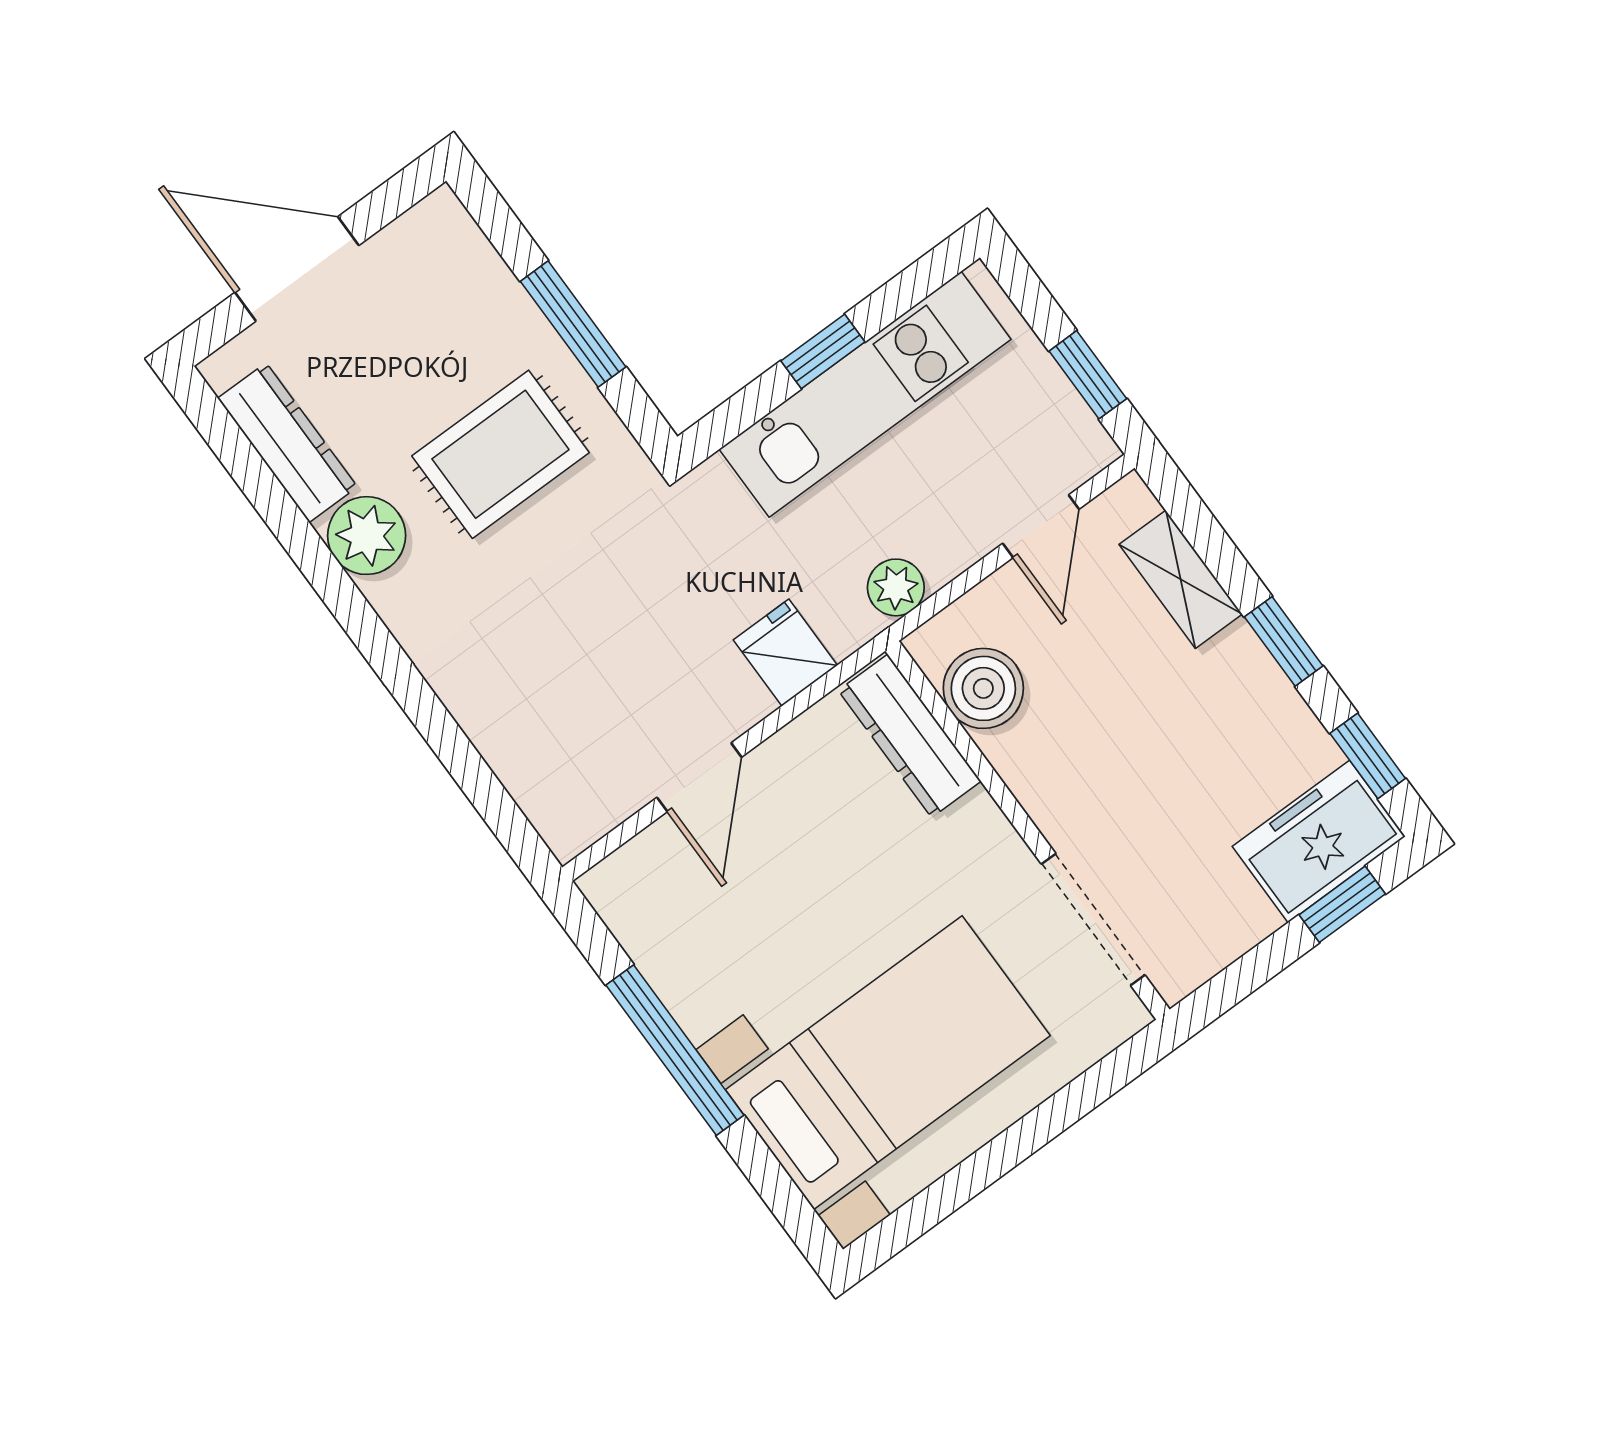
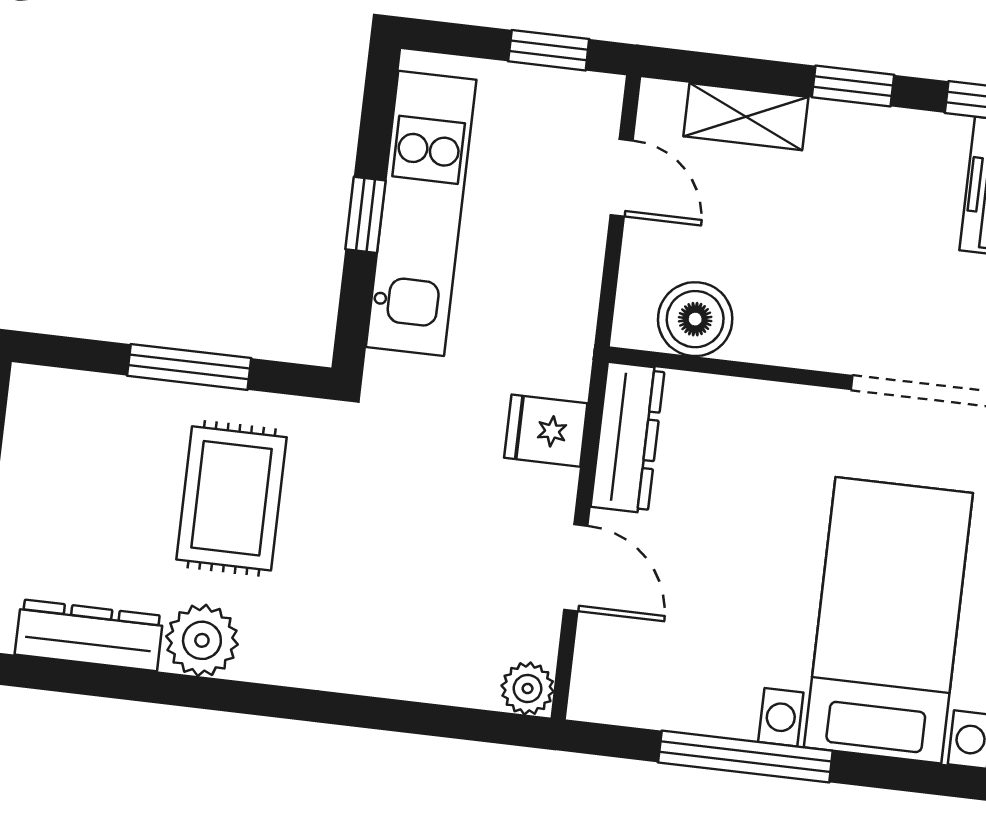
plant: (896, 587) -> (528, 688), moved
dresser: (910, 736) -> (628, 438), moved, turned -90

